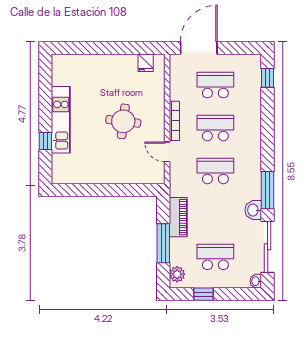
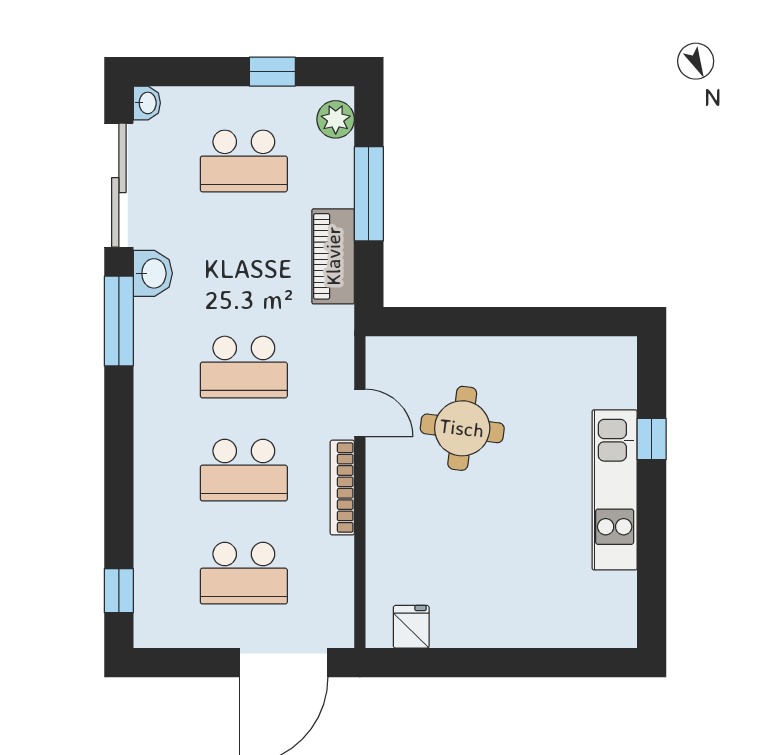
round table: (123, 121) -> (462, 428), moved

